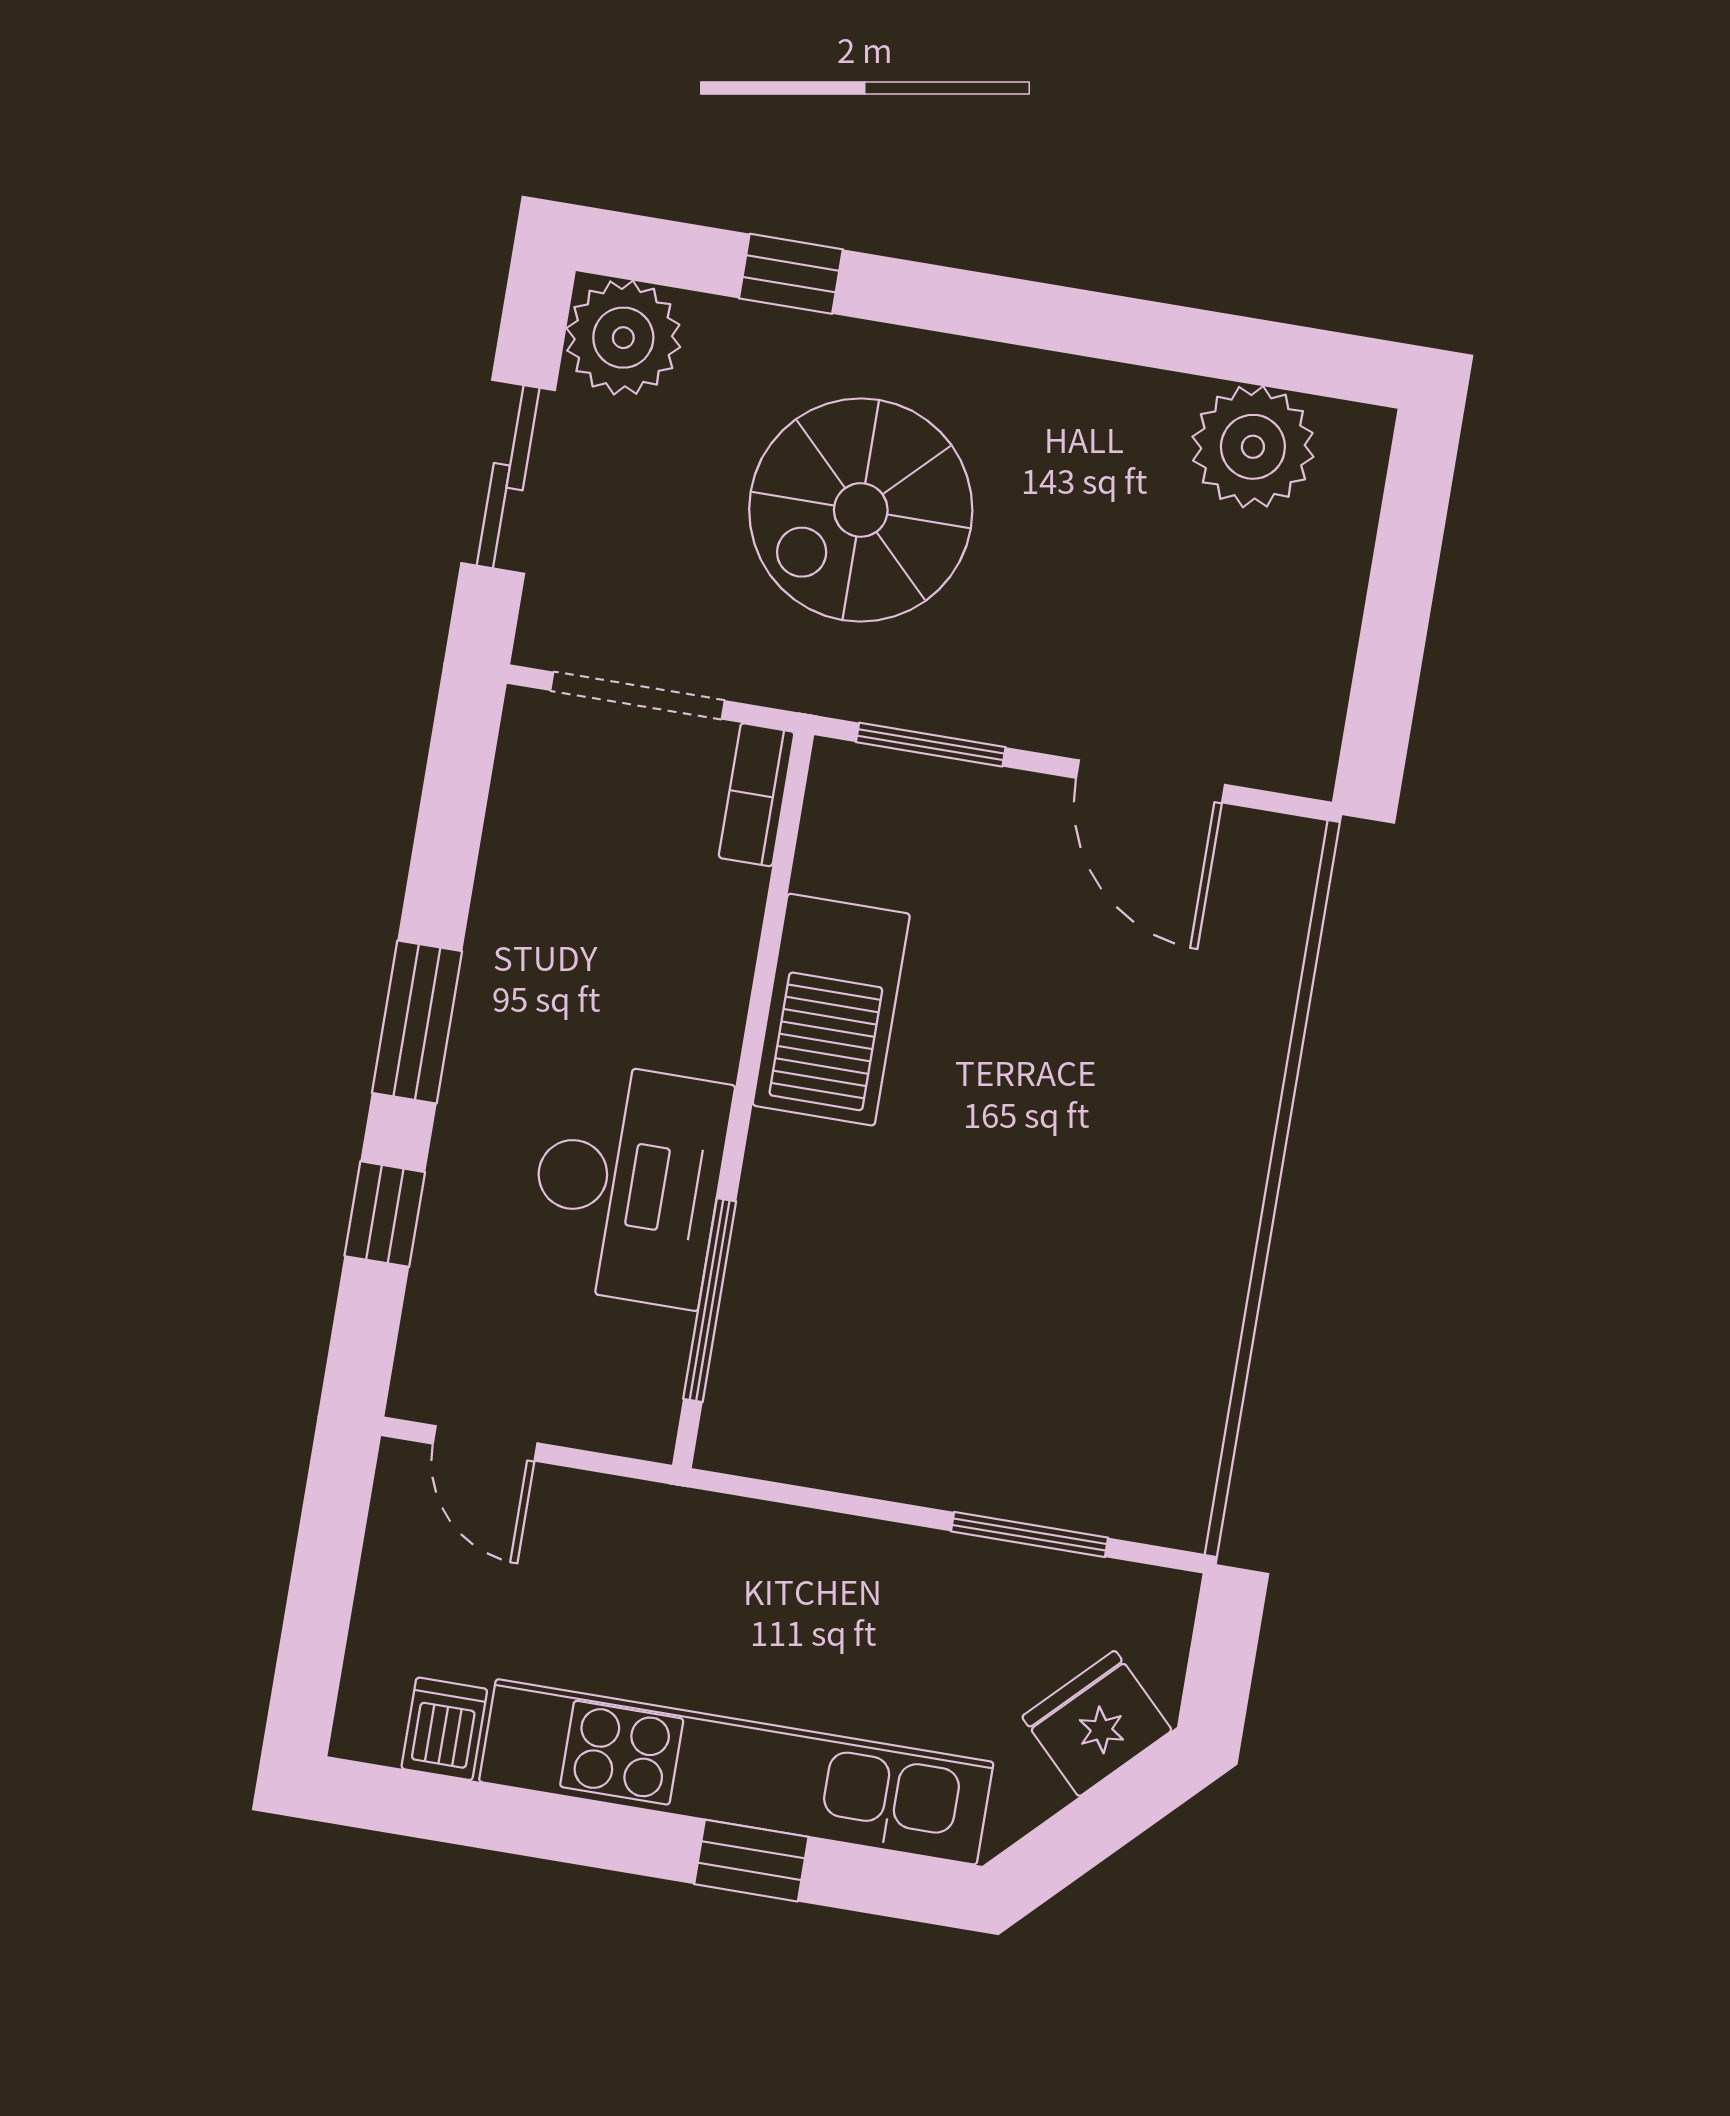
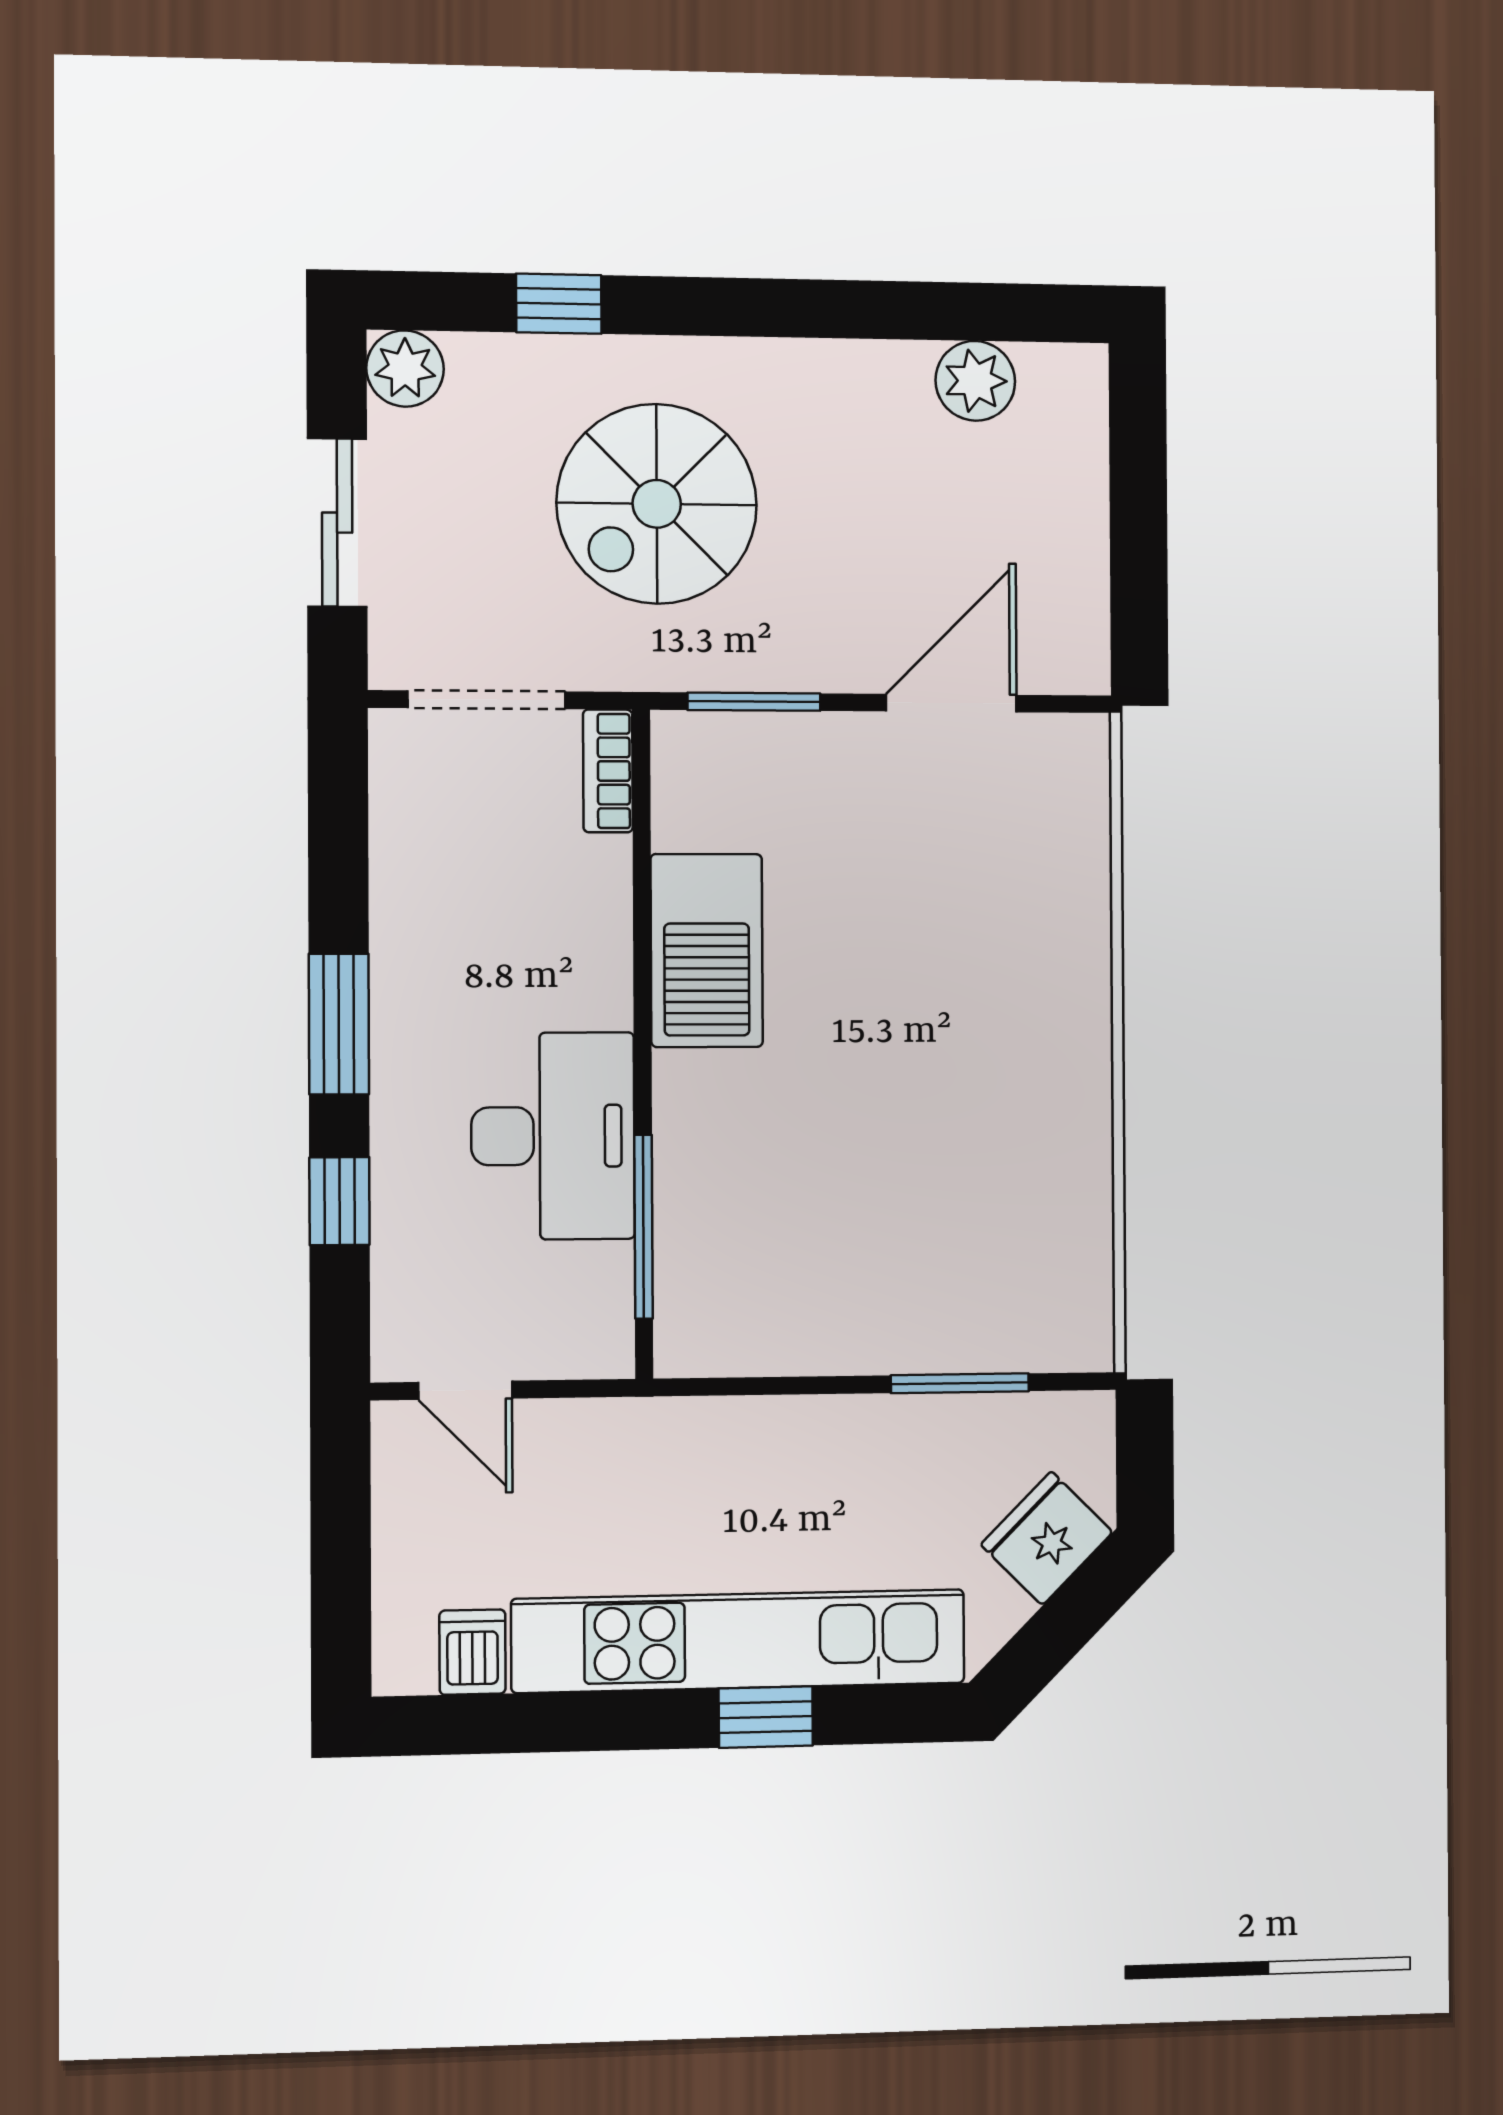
plant: (623, 338) -> (405, 369), width x0.73, depth x0.73
plant: (1253, 447) -> (975, 381), width x0.73, depth x0.73
door: (1150, 781) -> (951, 703), swing flipped

